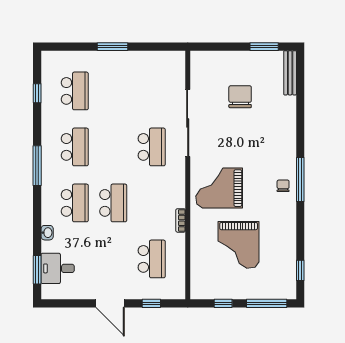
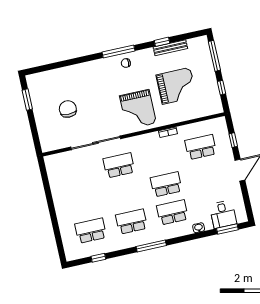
window: (112, 47) -> (52, 210), removed
bench: (290, 73) -> (170, 48), moved
chair: (240, 97) -> (68, 109), turned 90
window: (300, 270) -> (162, 42), moved

